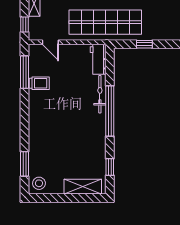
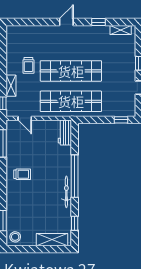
window: (144, 44) -> (121, 120), moved
trolley: (39, 83) -> (22, 174), moved
bicycle: (100, 94) -> (66, 192), moved

